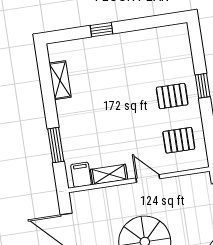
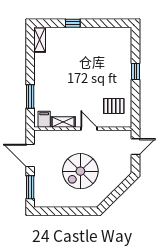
shelving: (60, 80) -> (40, 40), moved
pallet: (172, 96) -> (114, 75), removed

